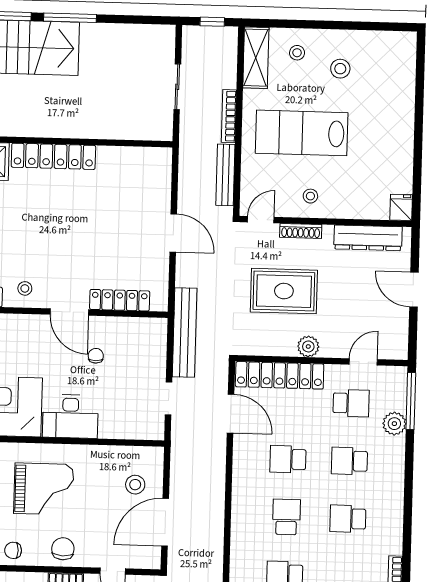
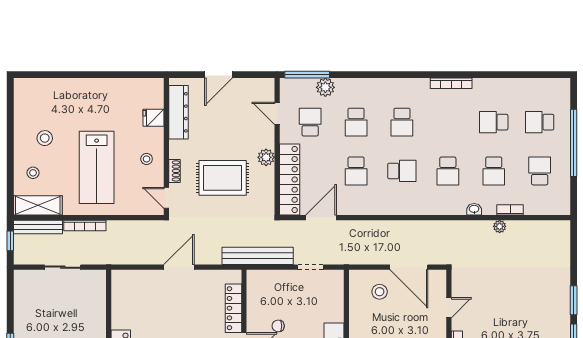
bench: (225, 175) -> (38, 227), moved
fridge: (401, 207) -> (154, 118), moved
shoe rack: (301, 231) -> (174, 171), width x0.70
rug: (284, 291) -> (223, 178), turned 90
school desk: (286, 517) -> (402, 171), turned 180

